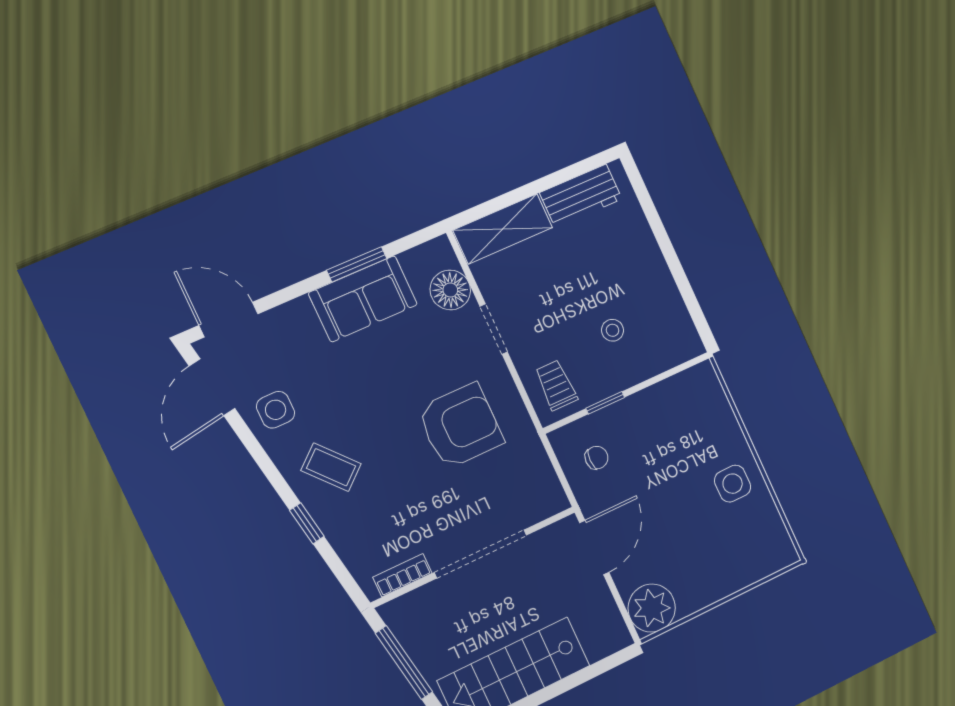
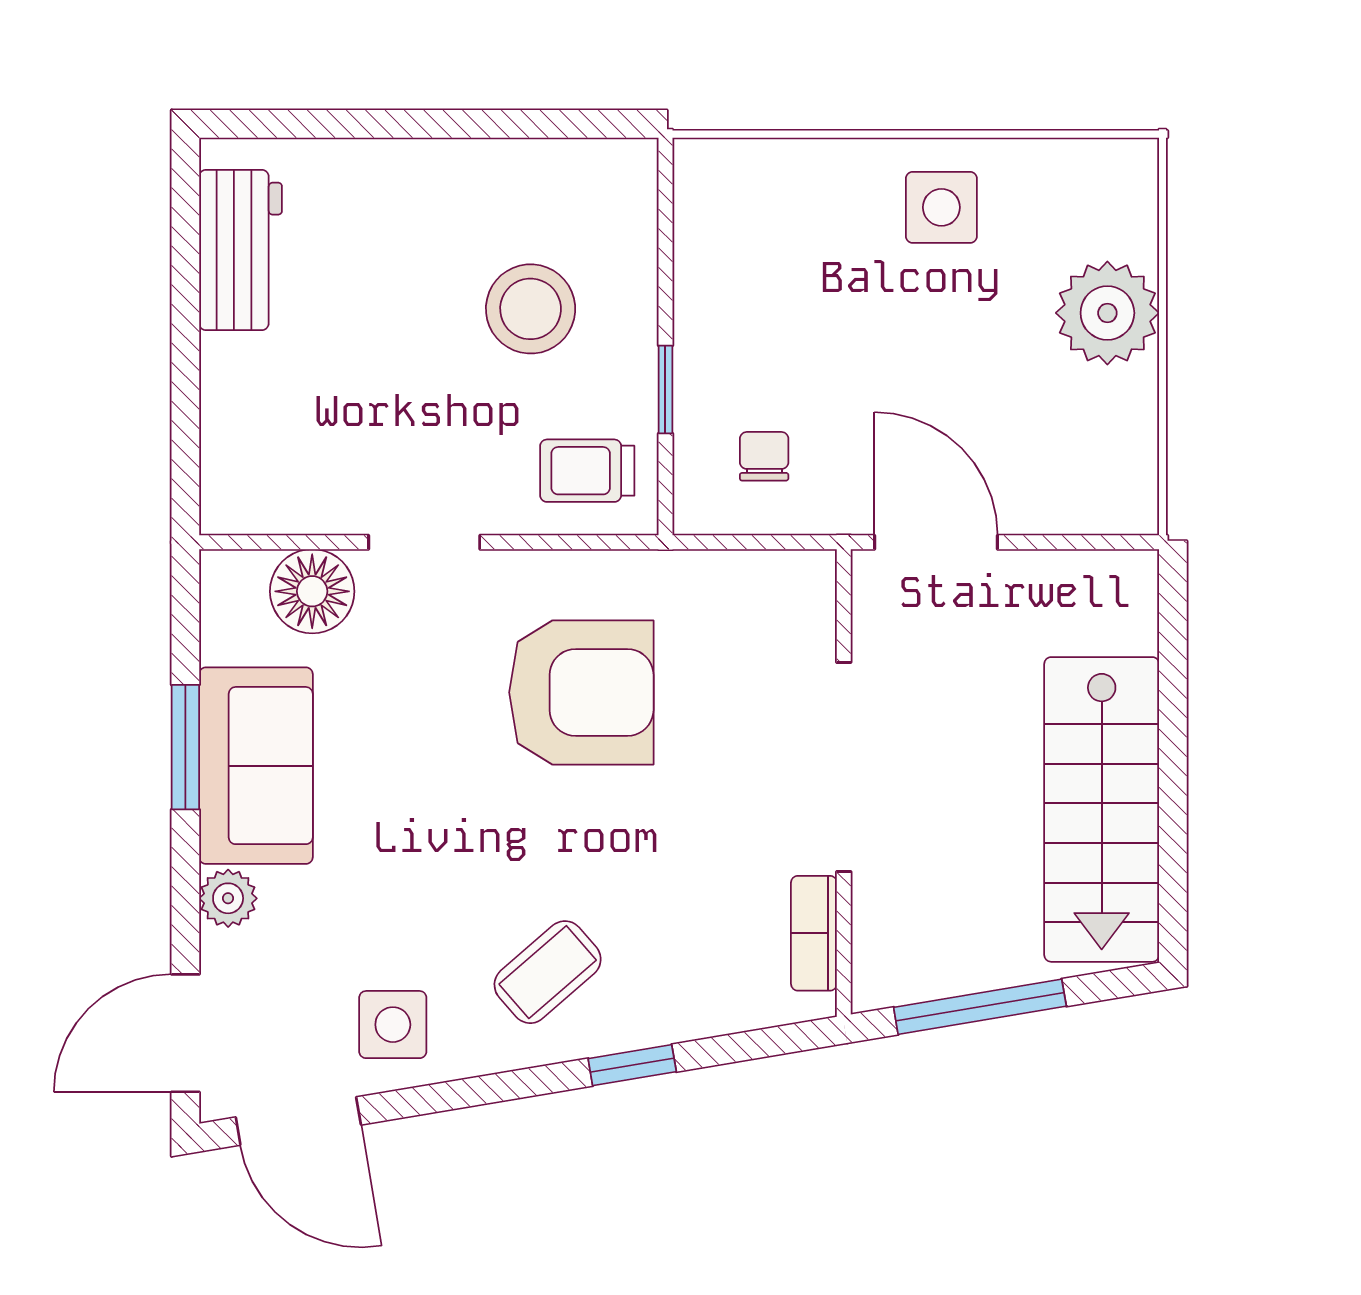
shelving: (503, 229) -> (239, 434), removed
plant: (298, 312) -> (228, 898), added
stool: (613, 330) -> (531, 309), width x1.89, depth x1.89
armchair: (460, 426) -> (581, 692), turned 90
plant: (652, 608) -> (1107, 313), moved

